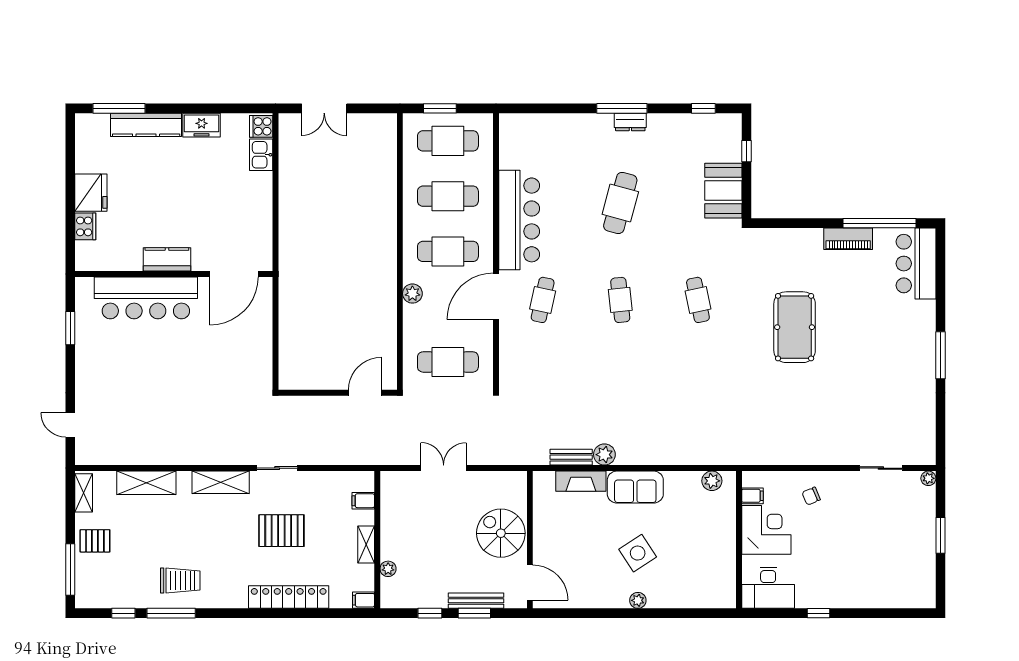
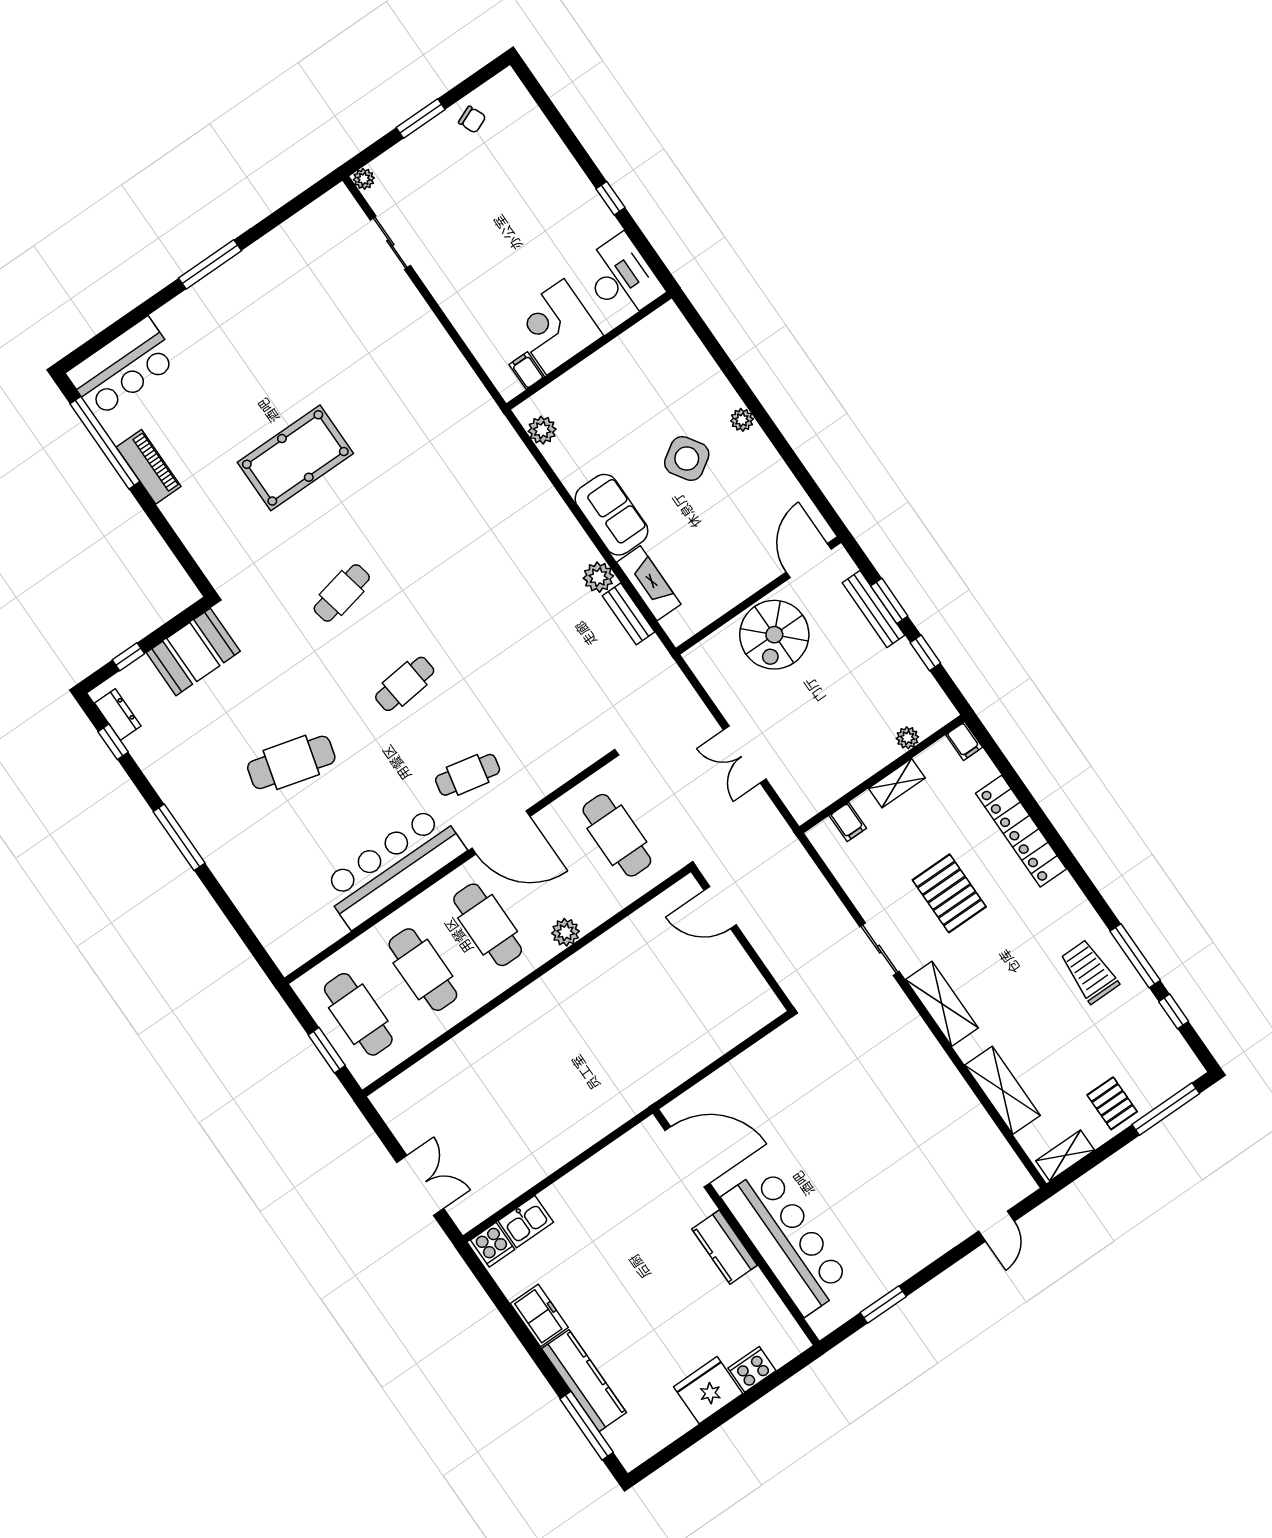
dresser: (630, 122) -> (118, 715), moved
chair: (811, 496) -> (472, 120), moved

